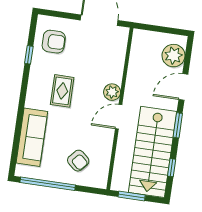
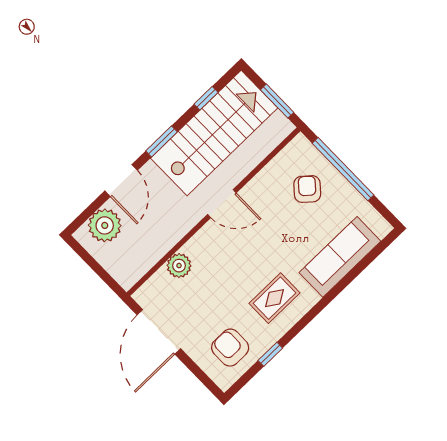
door: (183, 87) -> (121, 181), hinge flipped
rug: (62, 91) -> (275, 298), moved
plant: (112, 92) -> (179, 266), moved
window: (48, 184) -> (343, 169), moved

